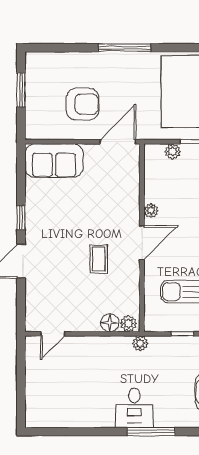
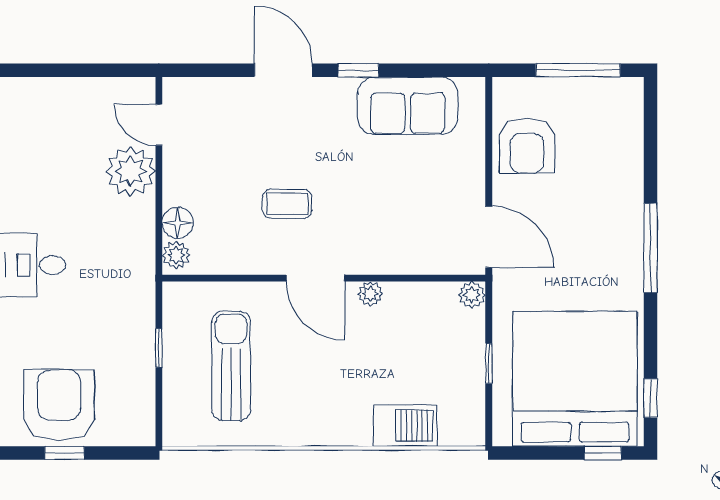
window: (21, 90) -> (578, 70), width x1.44
armchair: (83, 104) -> (527, 146), moved
plant: (173, 152) -> (472, 295), moved
sofa: (54, 160) -> (408, 106), moved, turned -90
plant: (140, 343) -> (131, 171), moved, width x1.87, depth x1.87

